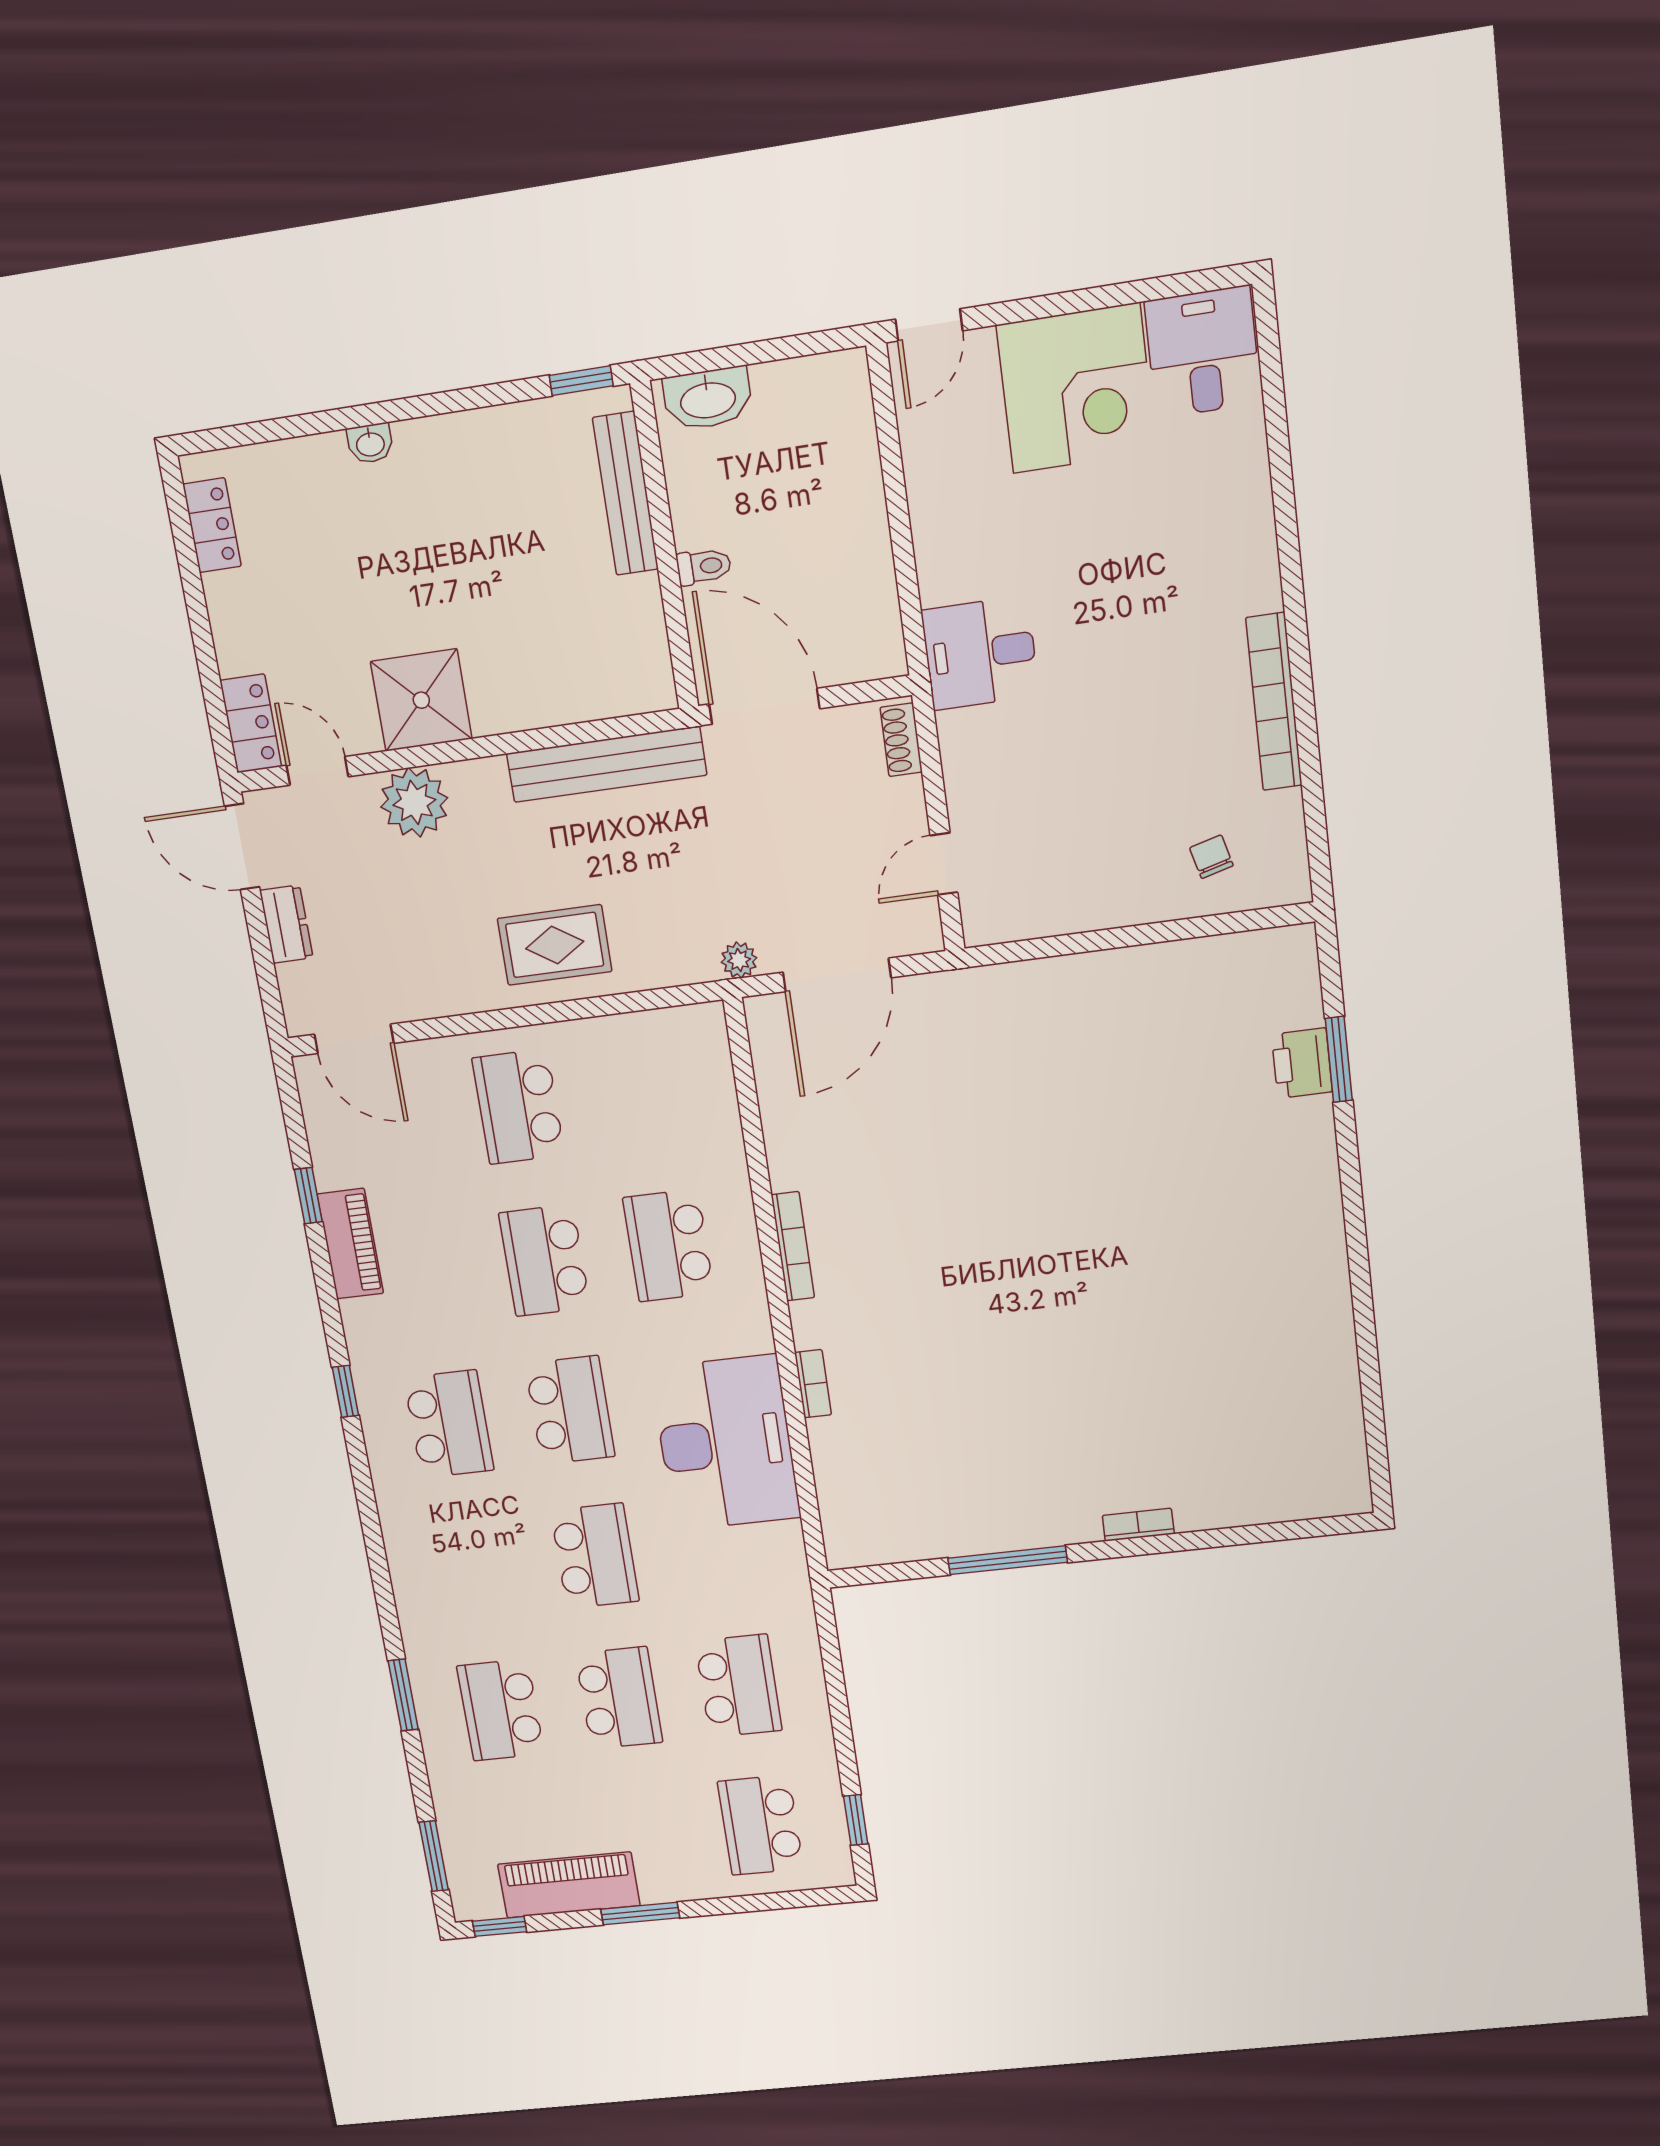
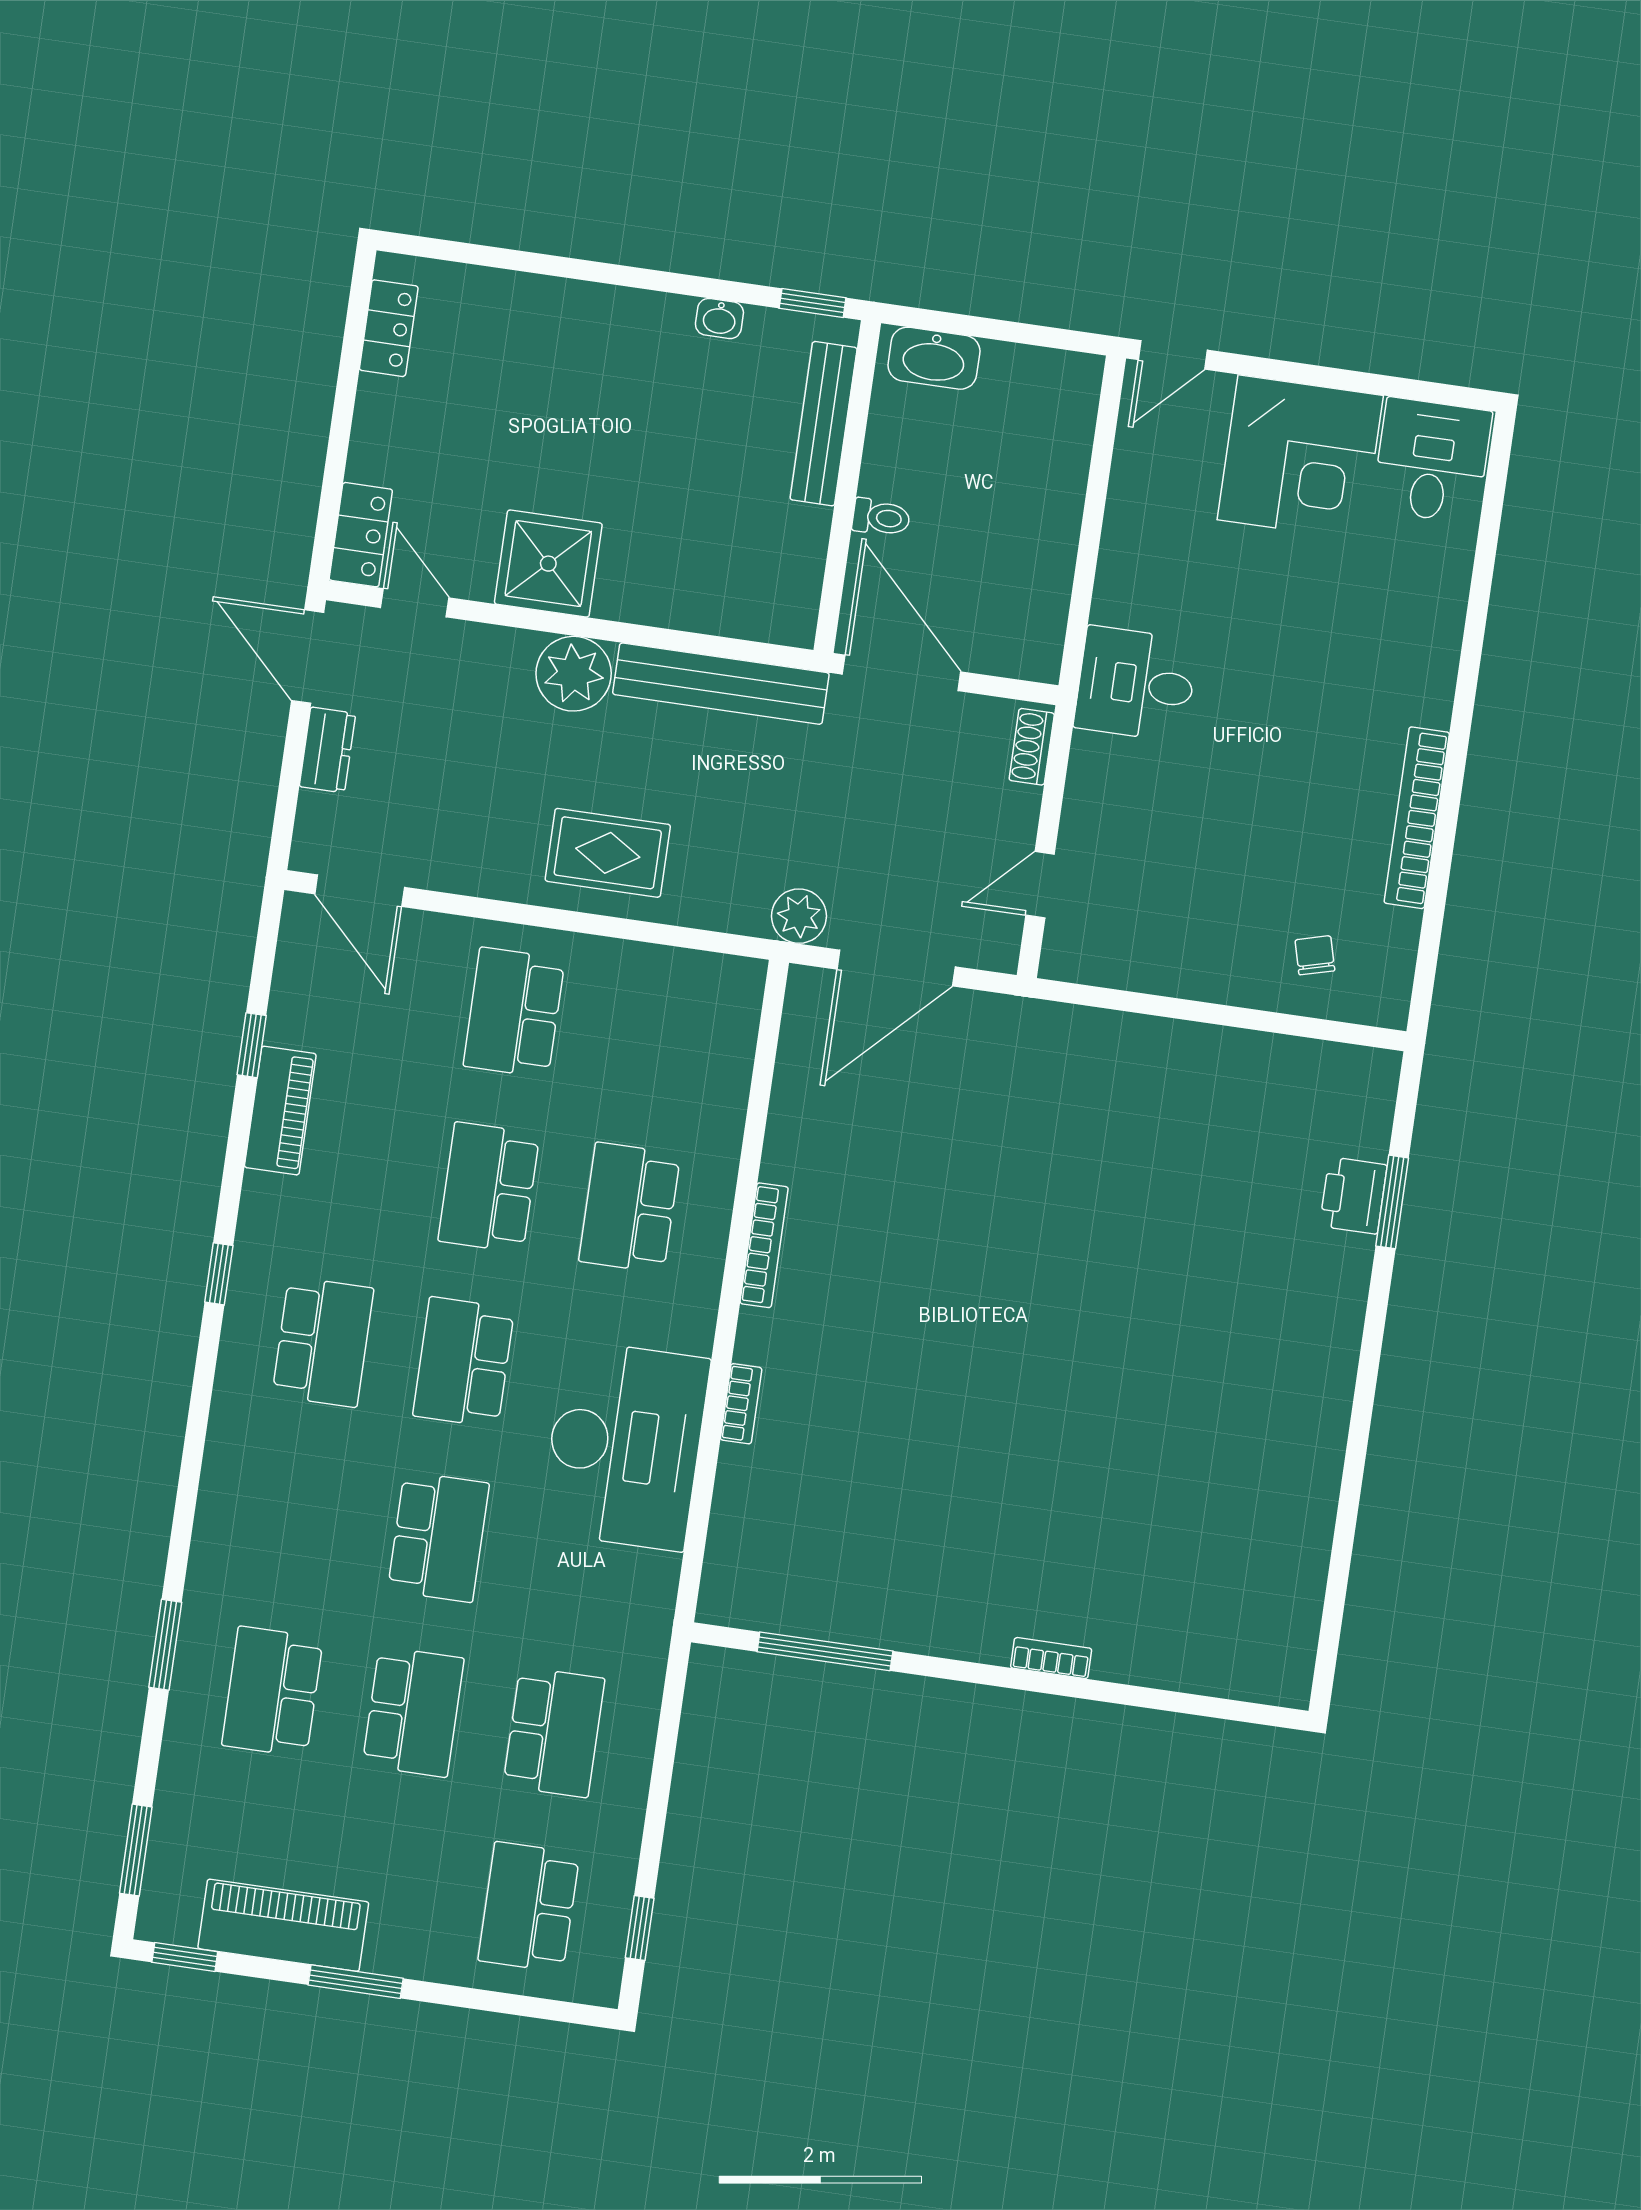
washbasin: (370, 443) -> (719, 319), moved
plant: (414, 802) -> (574, 674), moved
plant: (739, 960) -> (799, 916), width x1.38, depth x1.38
school desk: (570, 1410) -> (464, 1362), turned 180
window: (1008, 1560) -> (825, 1651), moved

